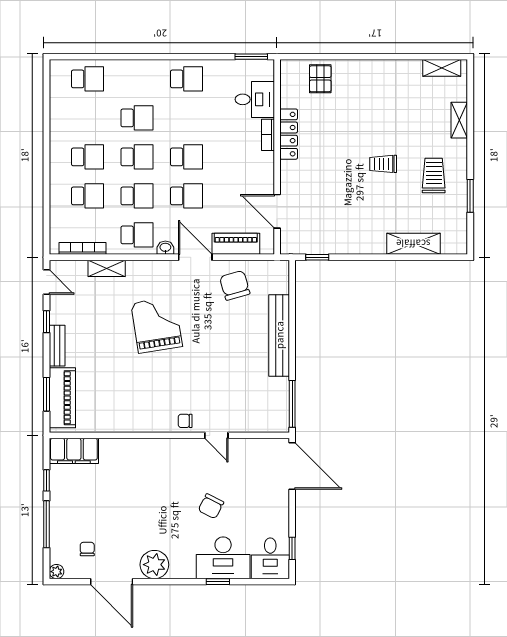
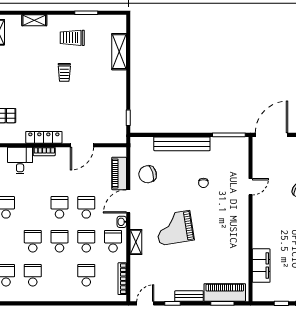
school desk: (88, 157) -> (33, 275), moved
door: (277, 211) -> (82, 145), moved
shelving: (107, 268) -> (136, 242), moved
chair: (185, 421) -> (203, 183), moved
filing cabinet: (74, 451) -> (261, 266), moved

